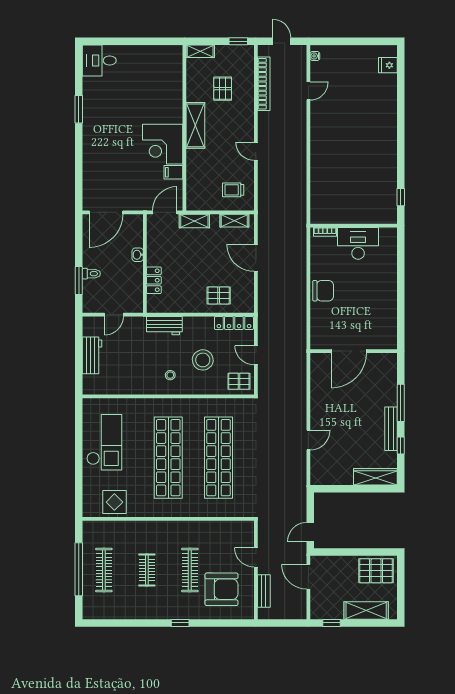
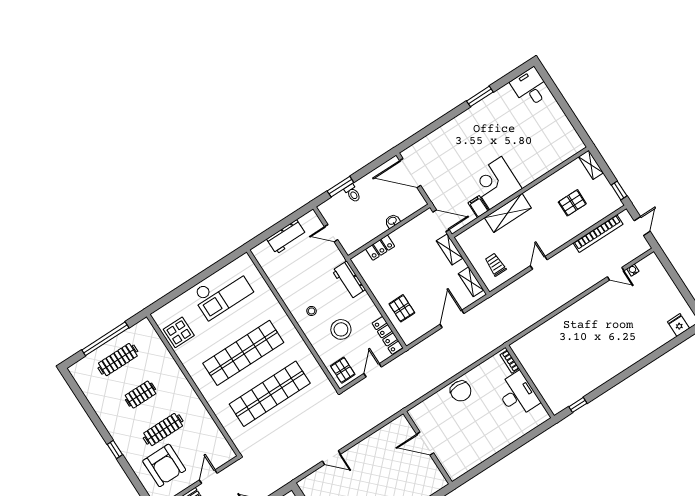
water cooler: (315, 56) -> (633, 270), moved
shelving: (195, 125) -> (508, 213), moved
door: (349, 351) -> (425, 444), width x0.73

